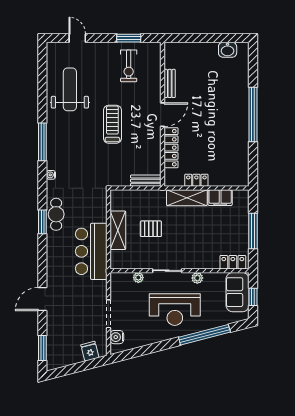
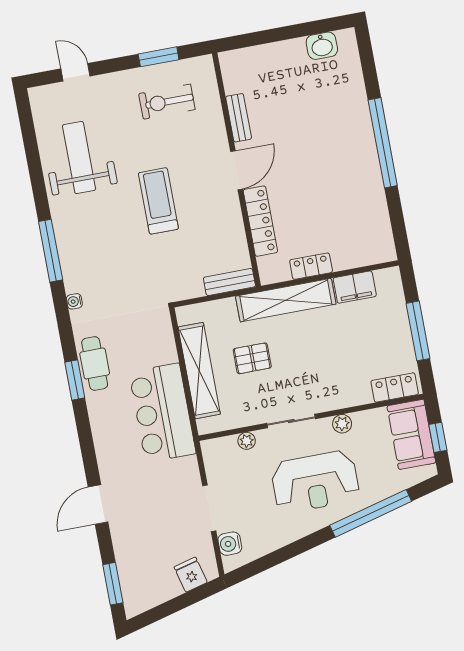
exercise bike: (129, 66) -> (167, 102), turned 90
shelving: (187, 198) -> (286, 300), width x1.47
shelving: (118, 230) -> (199, 371), width x1.47

